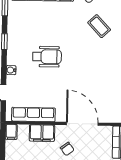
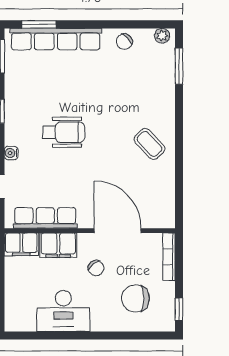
coffee table: (99, 26) -> (149, 144), moved
filing cabinet: (11, 132) -> (21, 244), width x2.00

